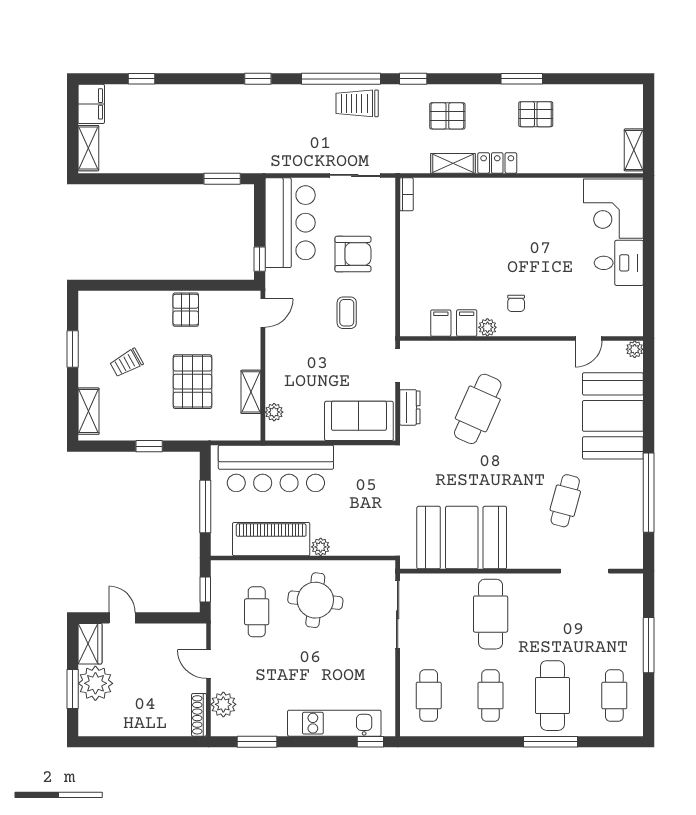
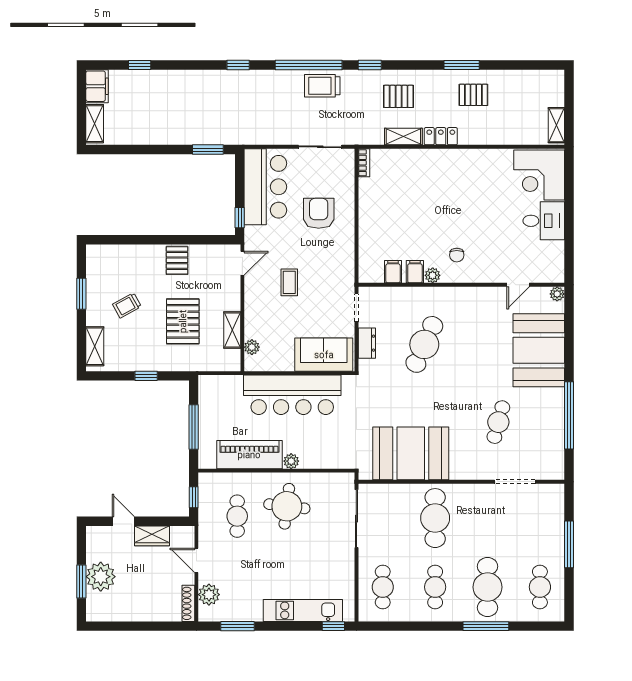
armchair: (353, 254) -> (319, 213), turned -90
coffee table: (347, 313) -> (289, 282), moved
bar counter: (276, 468) -> (292, 395), moved
wardrobe: (90, 644) -> (152, 536), moved, turned 90

